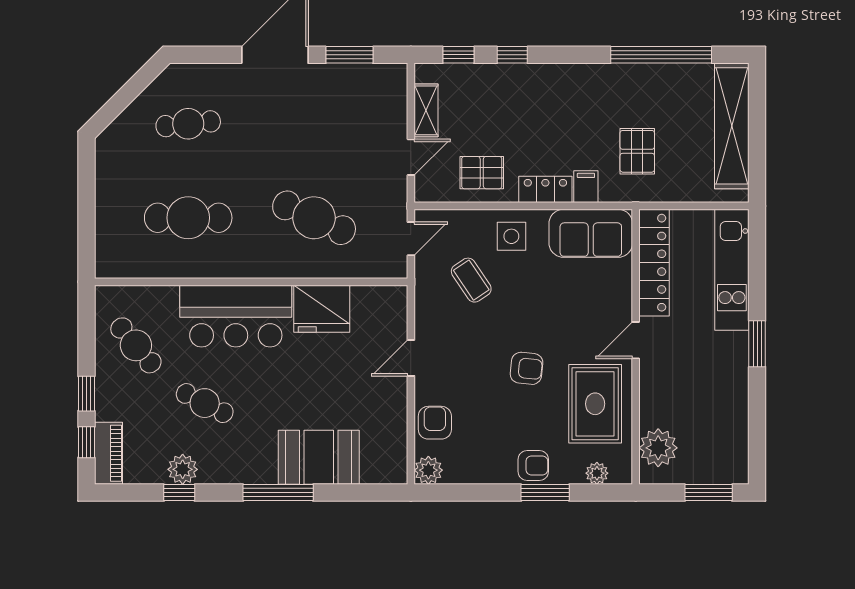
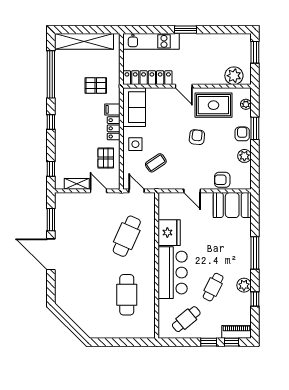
window: (512, 55) -> (51, 122), moved
cafe table: (188, 124) -> (83, 295), removed
booth: (319, 457) -> (232, 205), moved, turned 90
plant: (183, 469) -> (244, 285), moved
plant: (428, 470) -> (244, 156), moved

